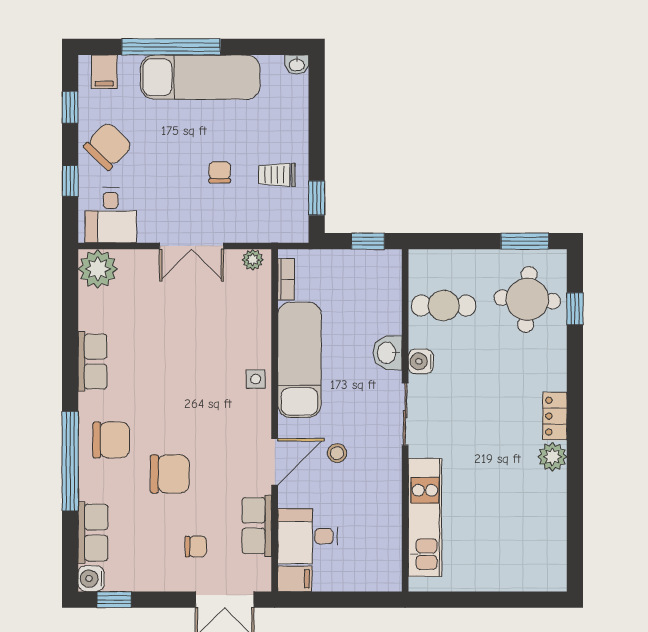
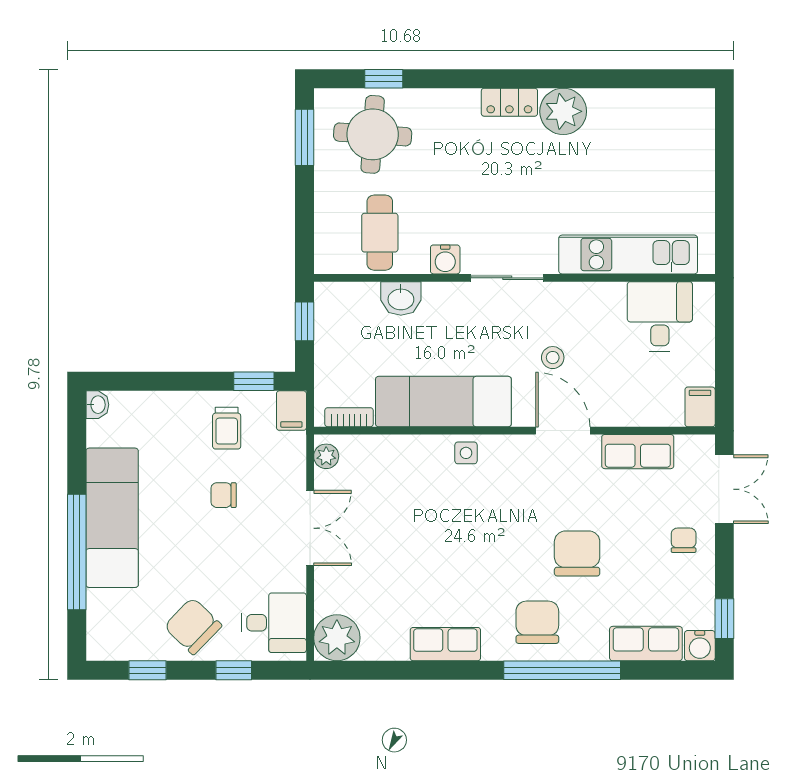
filing cabinet: (104, 72) -> (291, 411), moved, turned 90
washbasin: (387, 353) -> (401, 298), moved
plant: (552, 457) -> (563, 111), width x1.36, depth x1.36
desk: (308, 536) -> (660, 316), moved, turned 180
chair: (196, 547) -> (684, 540), moved

